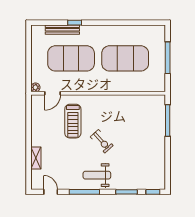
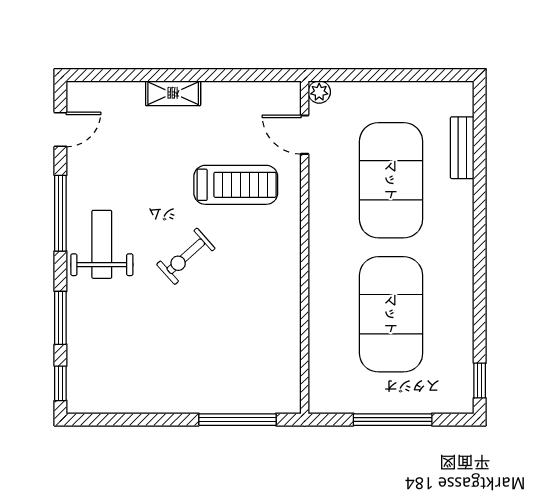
window: (75, 23) -> (480, 380), moved
bench: (62, 30) -> (462, 148), width x0.73
treadmill: (73, 121) -> (236, 185), turned 180
shelving: (36, 158) -> (173, 93), moved

